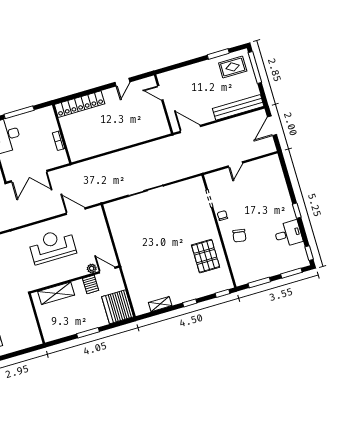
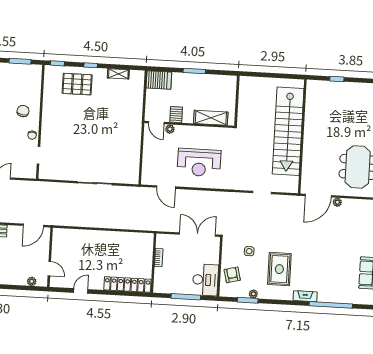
plant: (173, 75) -> (32, 281), added
door: (190, 129) -> (33, 225), hinge flipped
pallet: (206, 256) -> (77, 84), moved, turned 90
server rack: (118, 307) -> (159, 80), width x0.62

